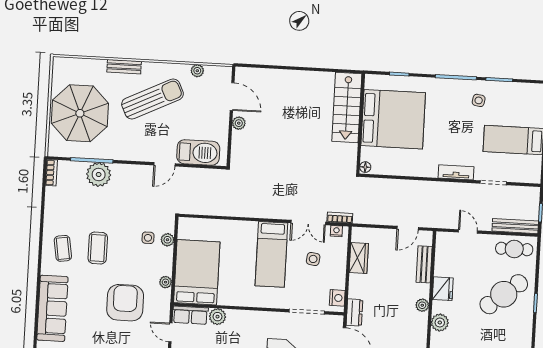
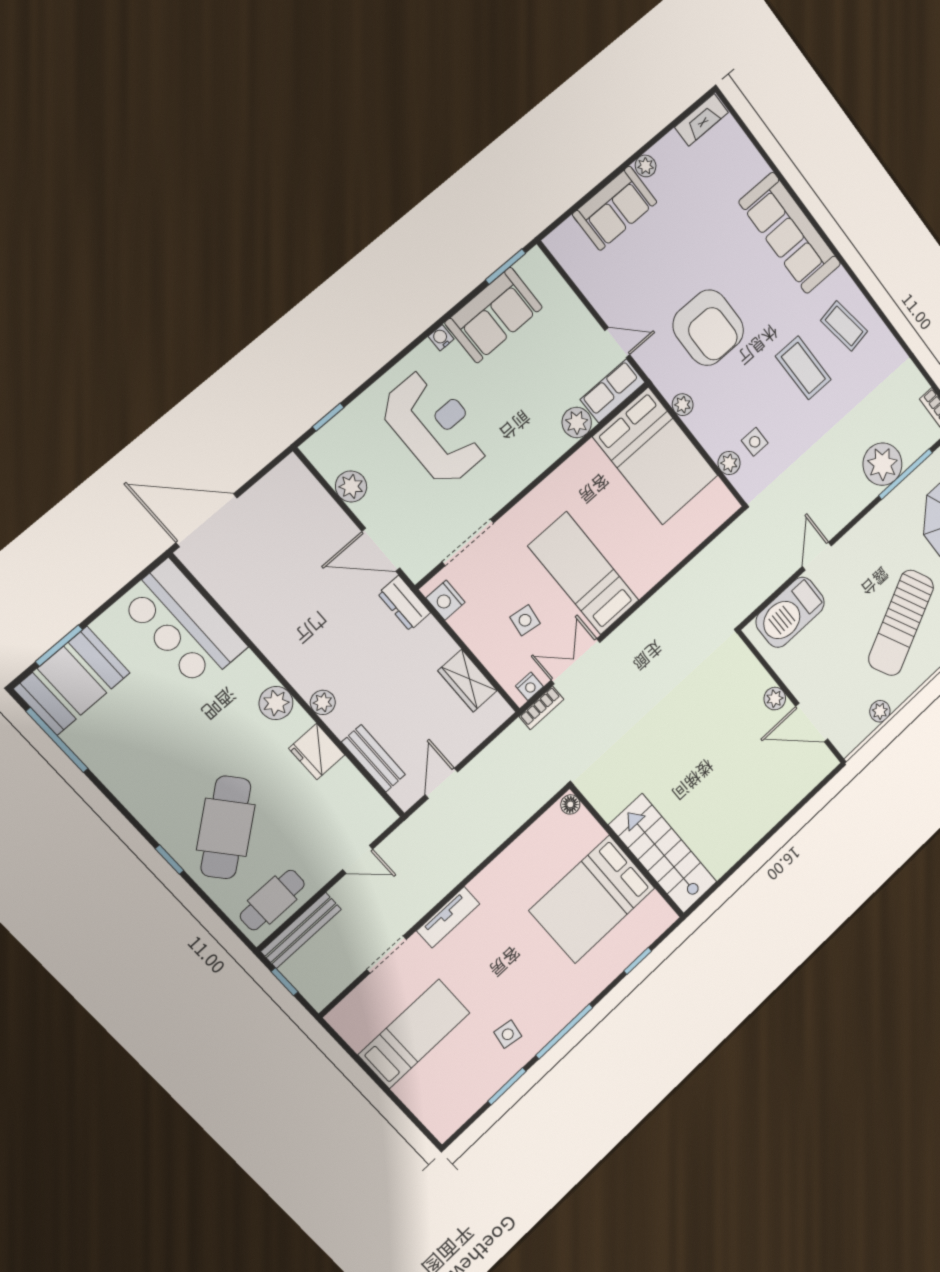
bed: (393, 119) -> (592, 899), width x0.73

